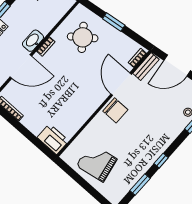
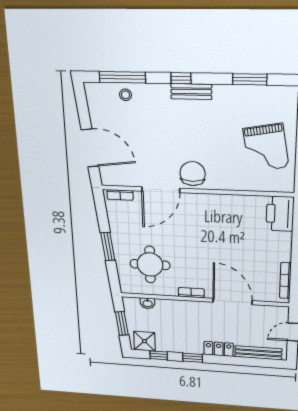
round table: (83, 37) -> (150, 265), turned 37
washbasin: (33, 41) -> (148, 303), moved, width x0.52, depth x0.69
bench: (146, 66) -> (191, 92), moved
window: (161, 161) -> (181, 78), moved

